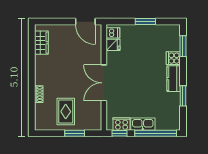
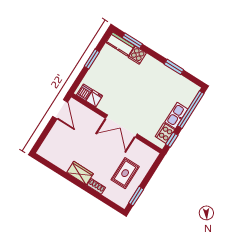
door: (85, 21) -> (60, 109), hinge flipped
wardrobe: (41, 43) -> (80, 173), moved
kitchen counter: (174, 79) -> (120, 44), moved
rug: (66, 112) -> (125, 173), turned 90
window: (75, 133) -> (136, 196), moved

